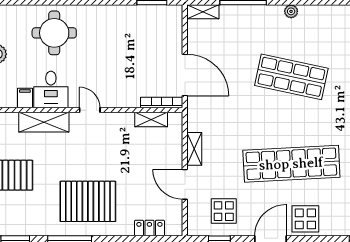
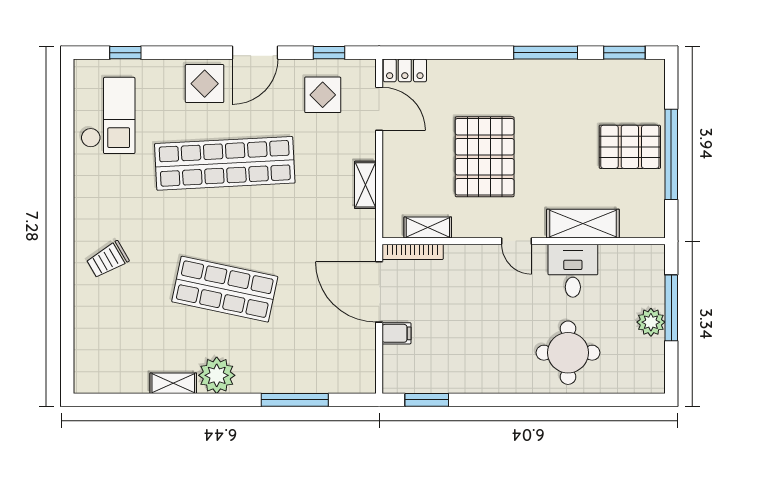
plant: (291, 11) -> (217, 375), width x1.88, depth x1.88
shelving: (203, 12) -> (173, 383), moved
filing cabinet: (25, 98) -> (396, 333), moved, turned -90
door: (185, 184) -> (379, 109), moved
pallet: (88, 201) -> (485, 157), moved, turned 90
locker: (149, 228) -> (405, 70), moved

